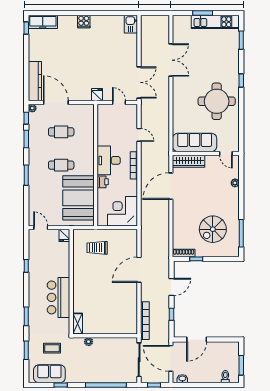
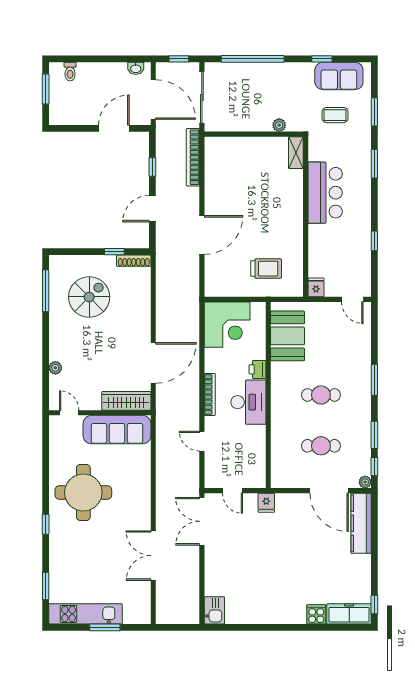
cooker: (84, 22) -> (316, 614), moved
booth: (78, 198) -> (288, 336), width x0.73, depth x0.70

